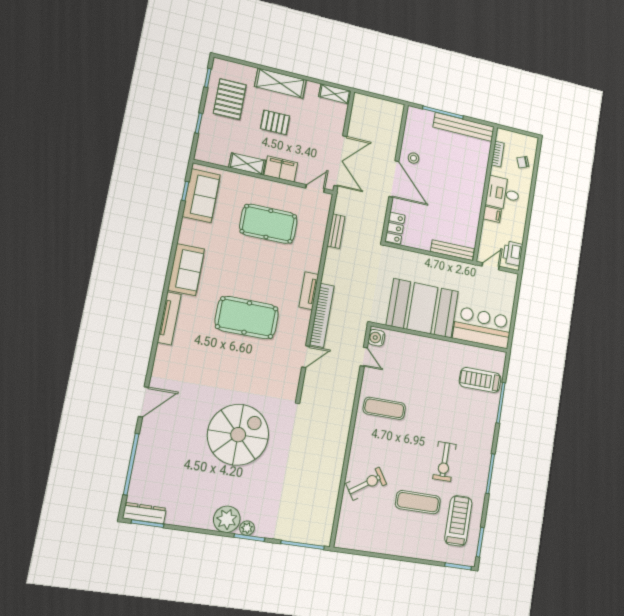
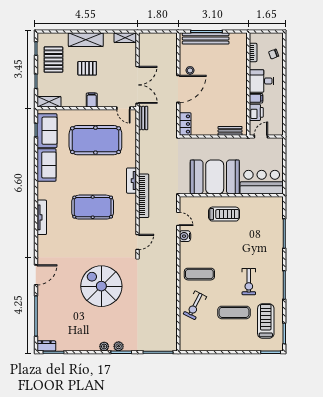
bench: (464, 127) -> (206, 38), moved
shelving: (247, 164) -> (49, 102), moved
filing cabinet: (281, 169) -> (92, 100), width x0.50
door: (394, 179) -> (178, 89), hinge flipped
door: (315, 188) -> (123, 108), swing flipped
pool table: (268, 224) -> (95, 140), width x1.36, depth x1.32
bench: (336, 231) -> (143, 118), moved
bench: (452, 250) -> (230, 131), width x0.73
printer: (513, 253) -> (256, 112), moved, turned 180
sofa: (186, 270) -> (46, 165), moved
water cooler: (376, 338) -> (185, 236), moved
door: (306, 357) -> (138, 242), moved
treadmill: (480, 380) -> (224, 214), moved, turned 180
exercise mat: (384, 408) -> (199, 274), moved
spiral stairs: (238, 435) -> (101, 286), turned -90
exercise bike: (366, 484) -> (195, 305), turned 151
dresser: (144, 513) -> (46, 346), width x0.70
plant: (227, 519) -> (104, 346), width x0.53, depth x0.53

